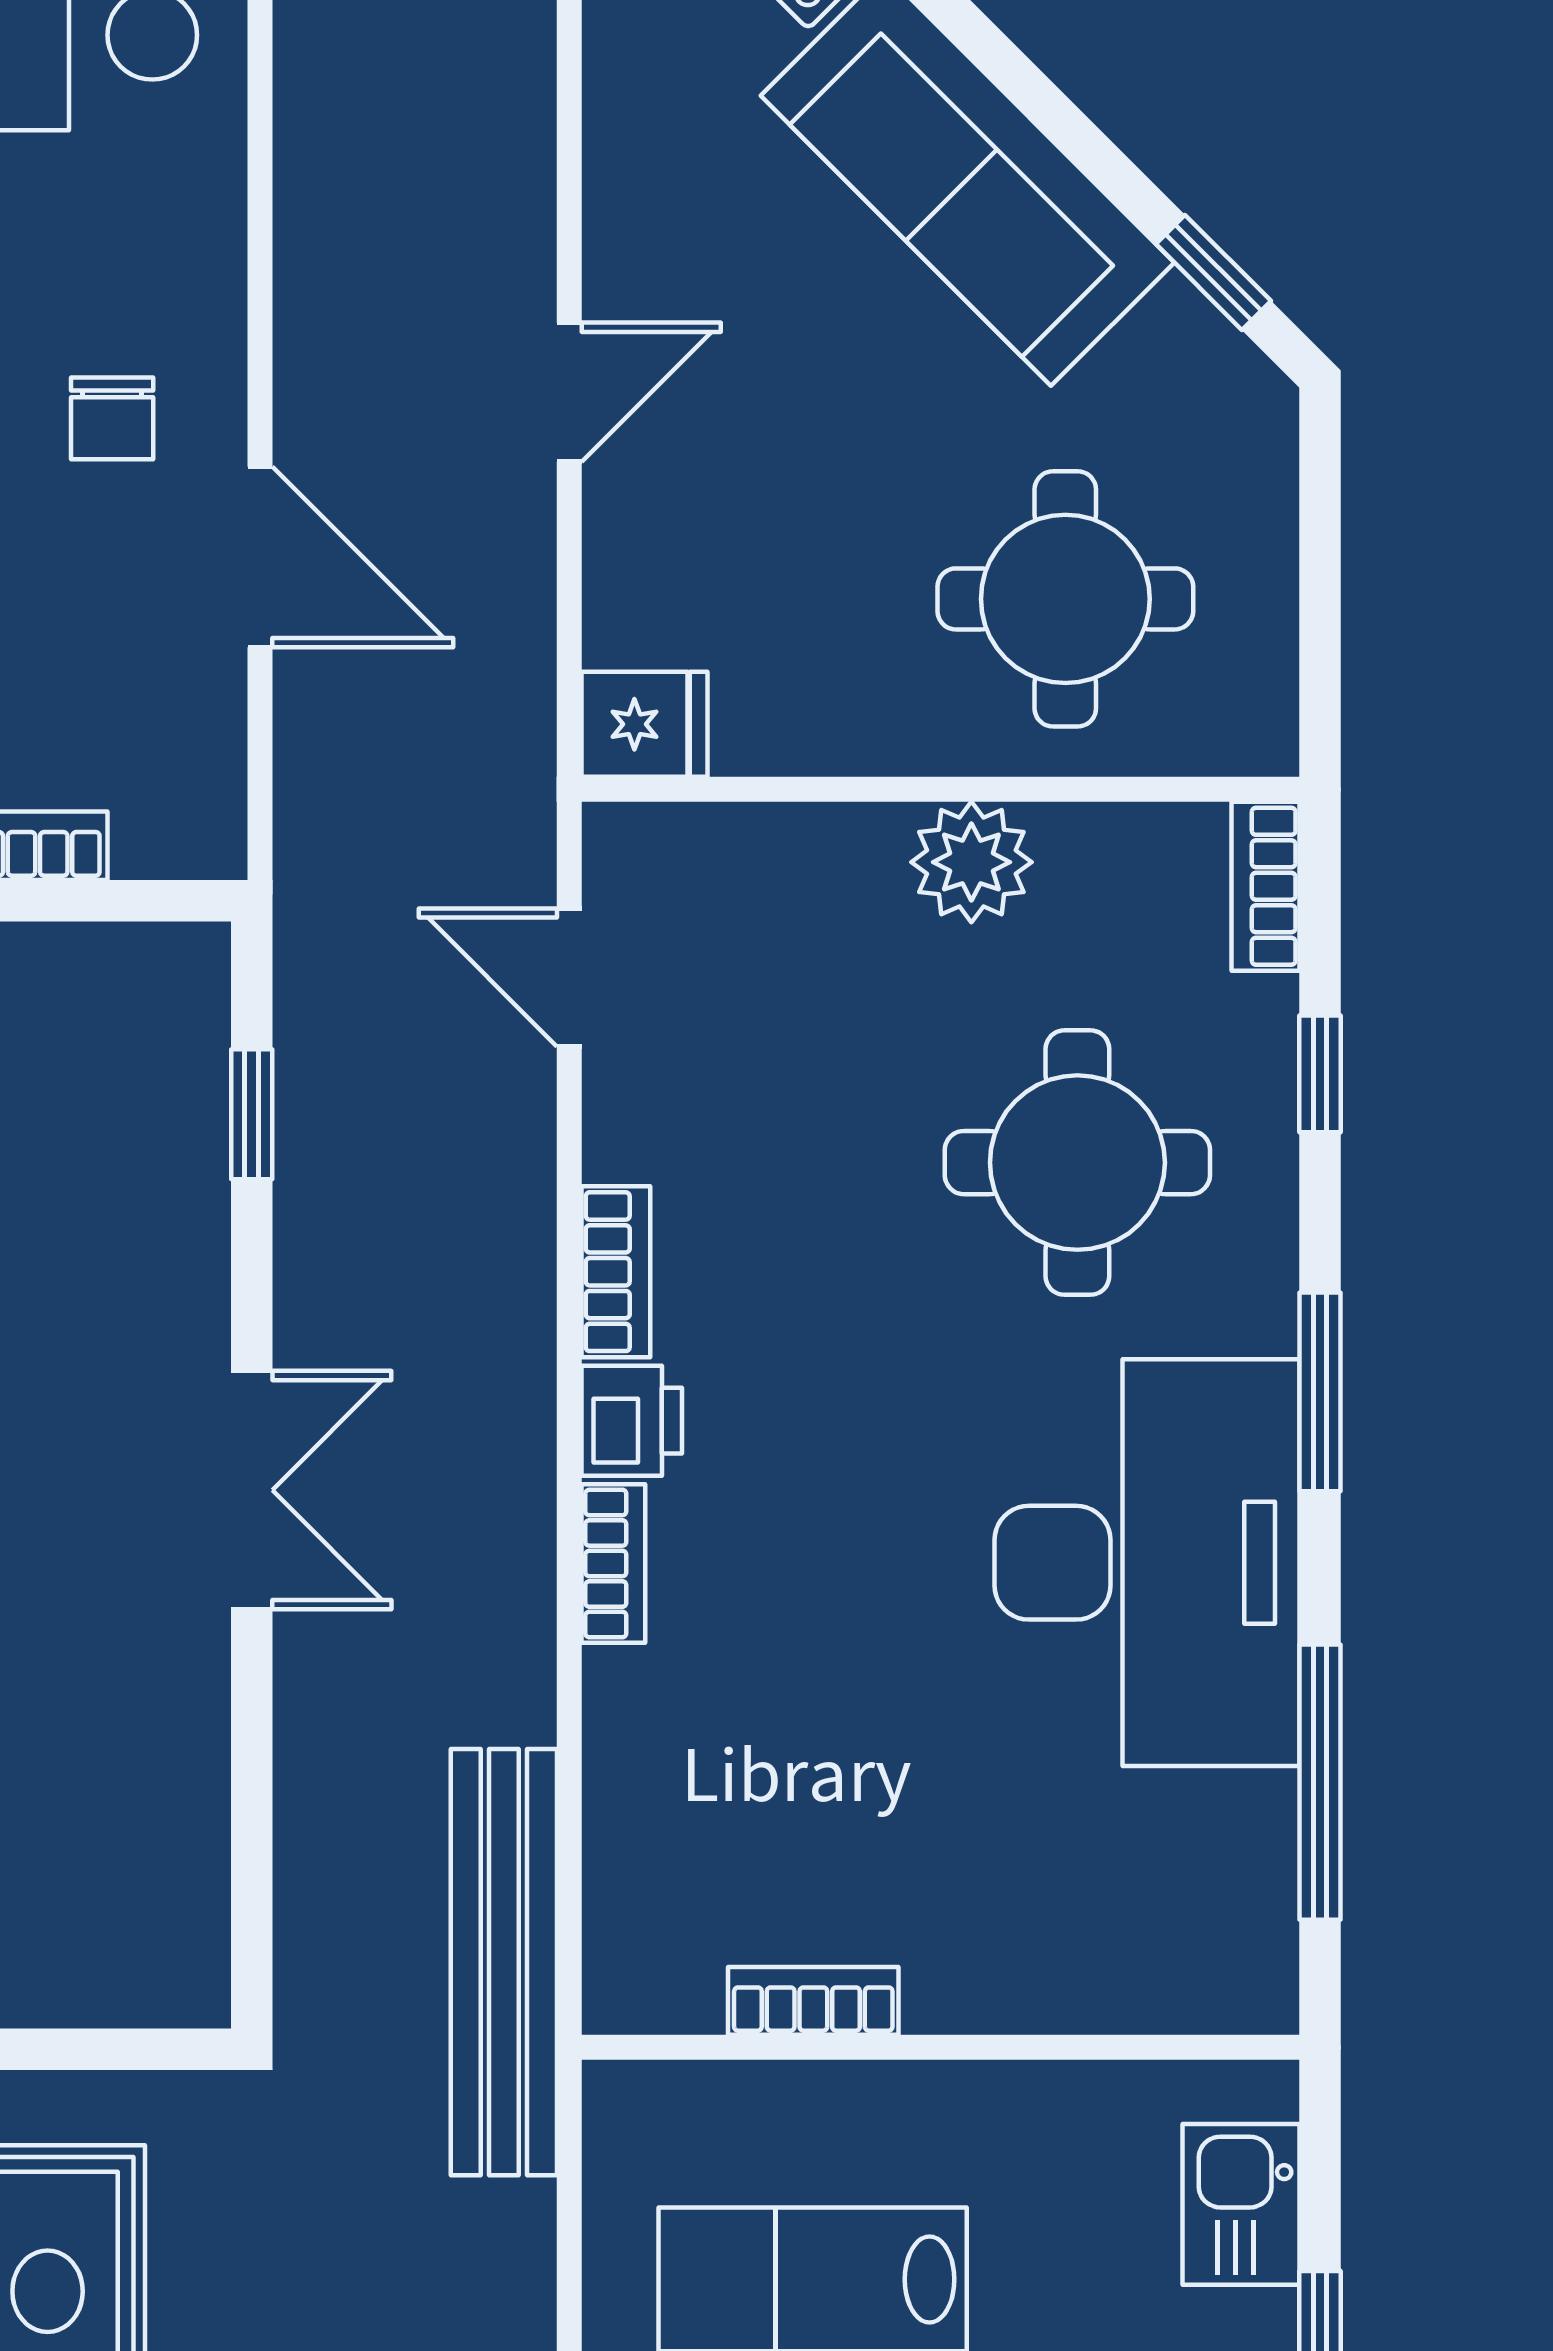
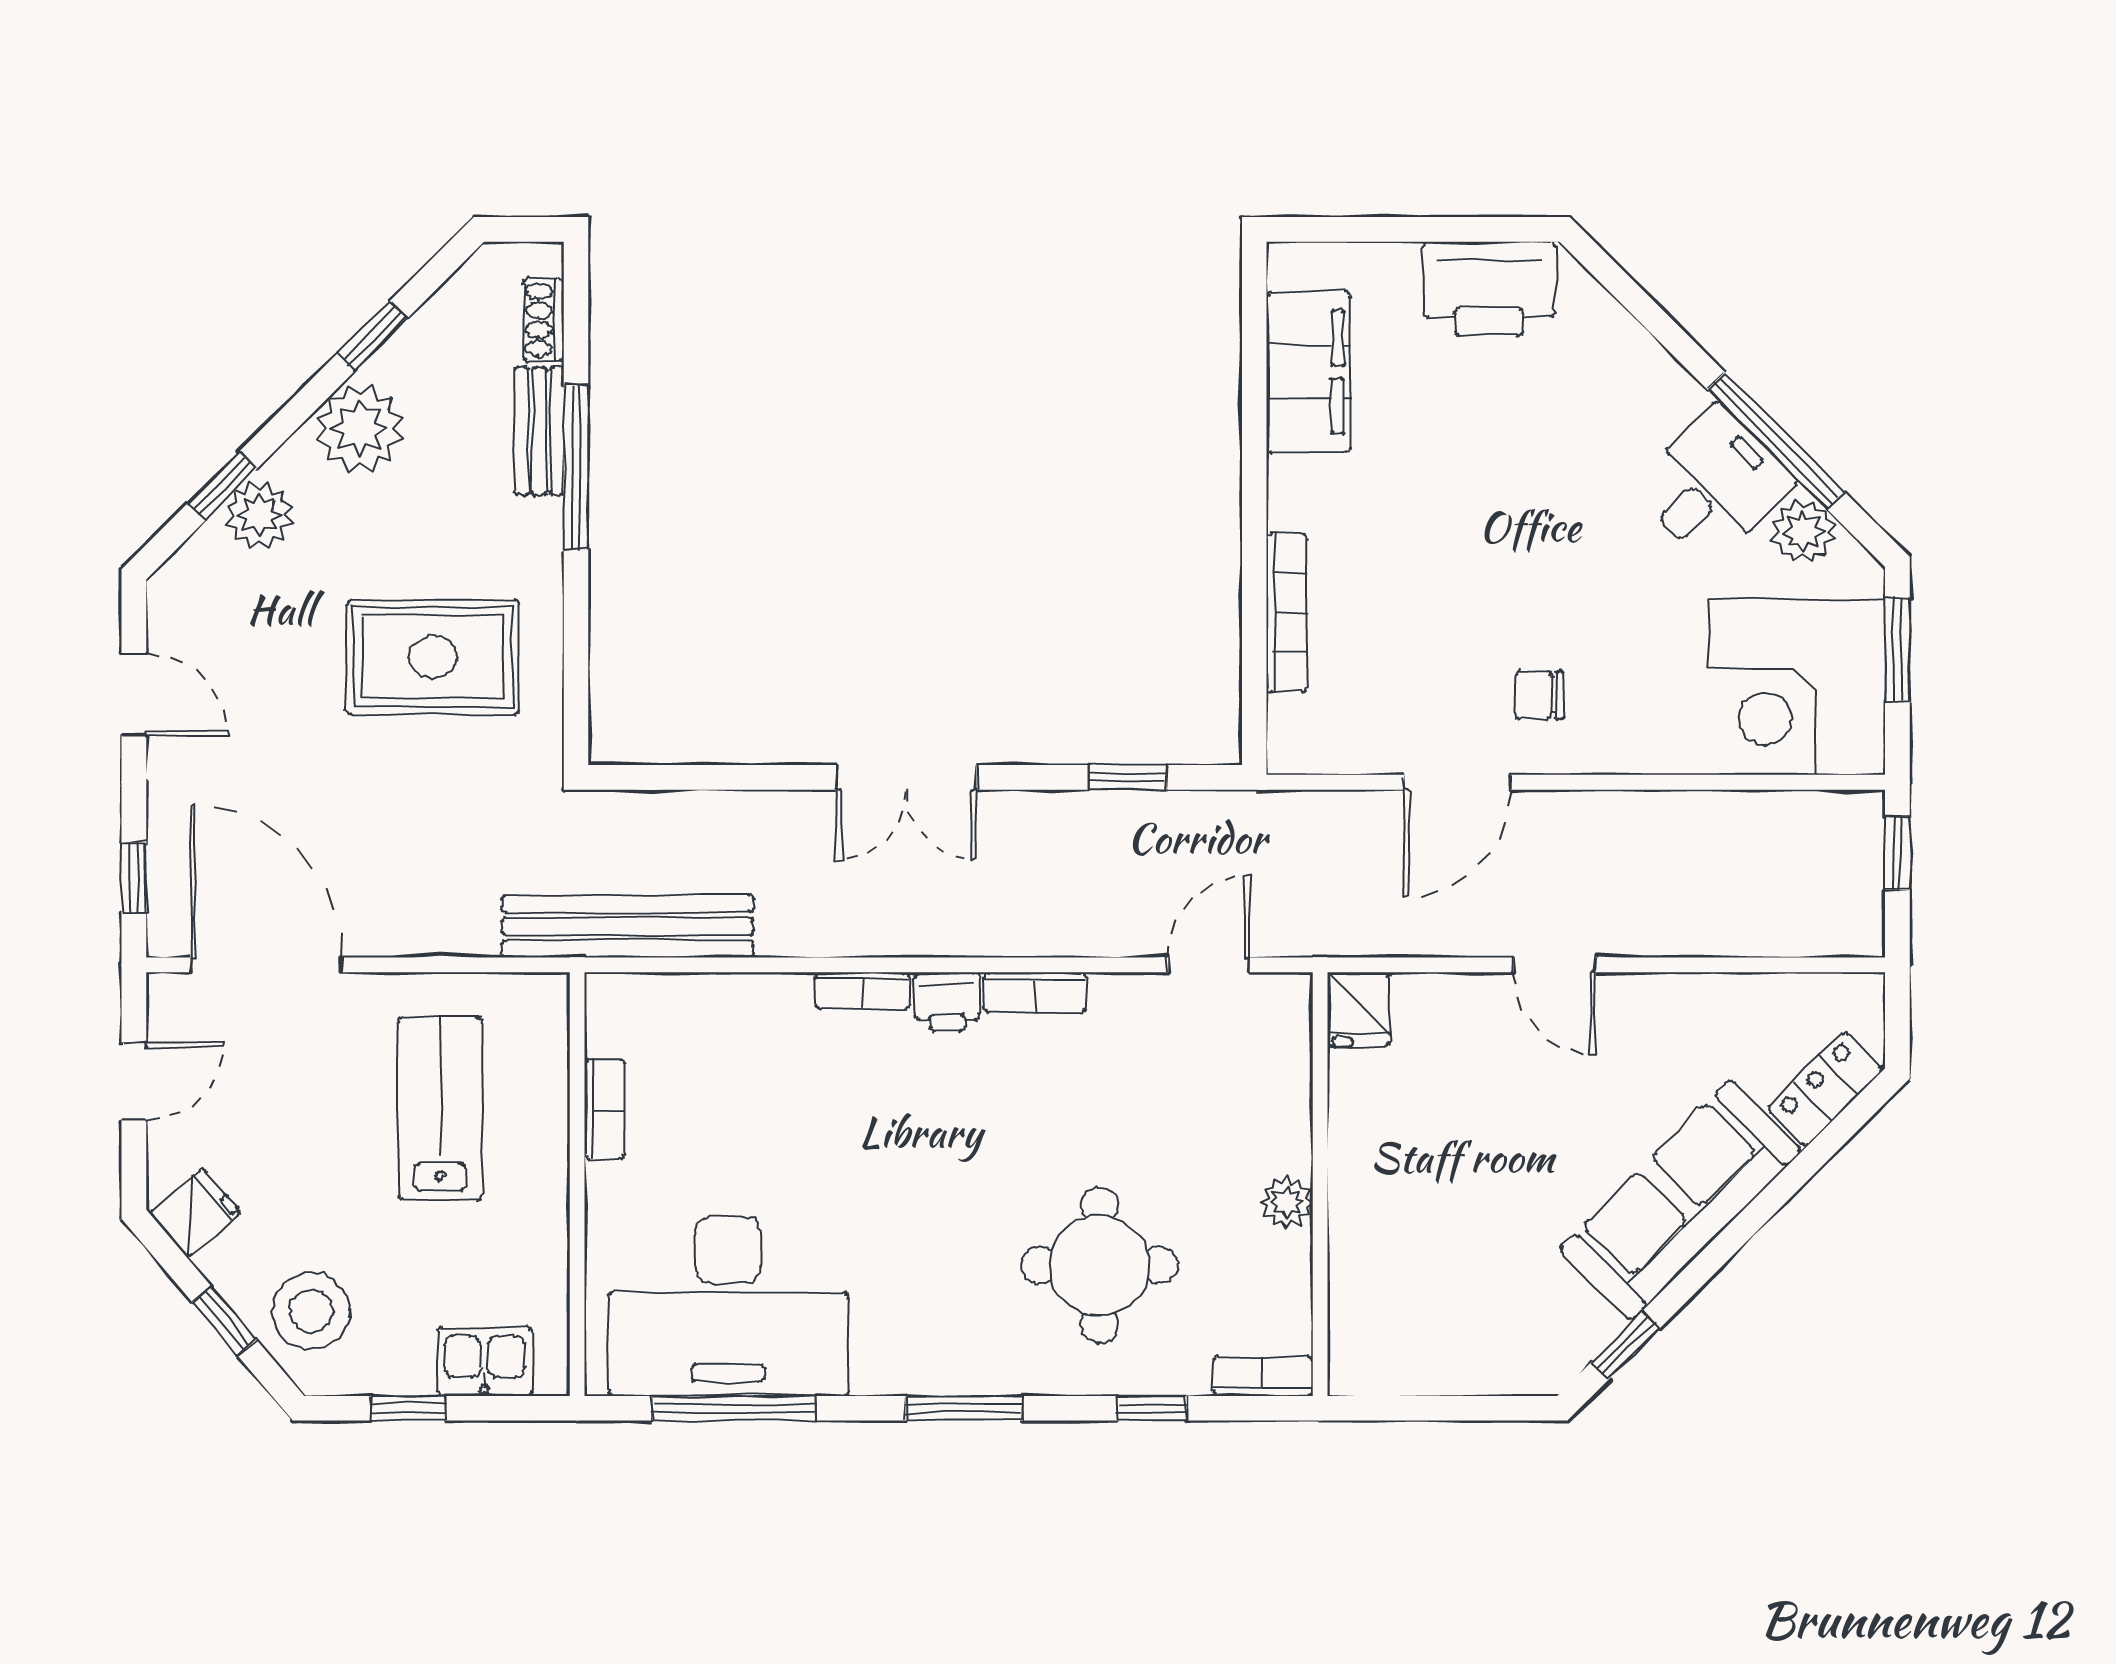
round table: (1065, 599) -> (1433, 1258), removed
plant: (971, 862) -> (1287, 1202), width x0.73, depth x0.73
desk: (1147, 1563) -> (728, 1306), moved

